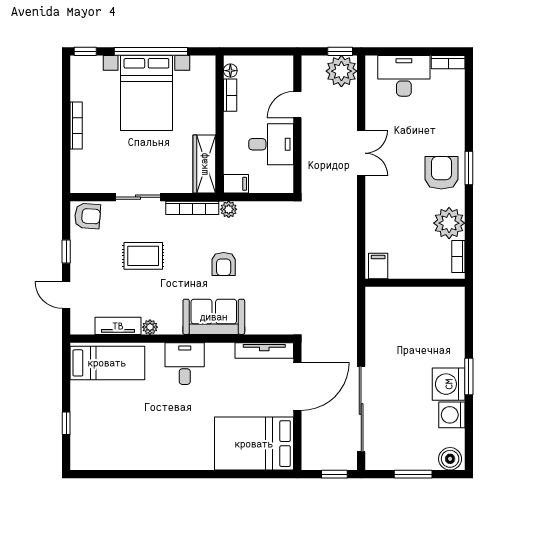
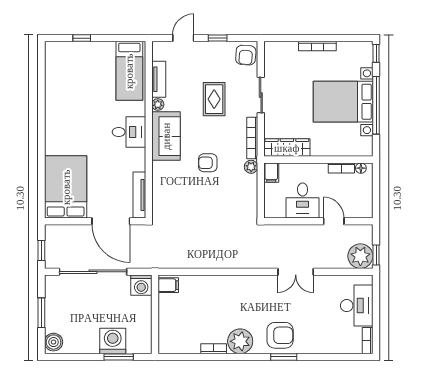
filing cabinet: (378, 266) -> (168, 285), moved
wall: (415, 283) -> (155, 314), moved
sofa: (214, 317) -> (166, 136), moved
washing machine: (452, 415) -> (141, 285), moved, turned 180

